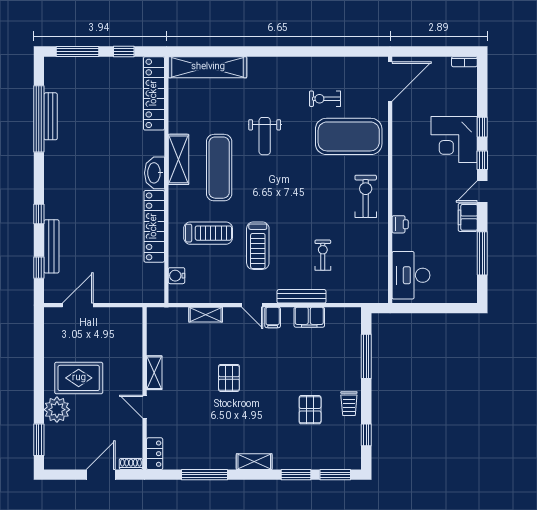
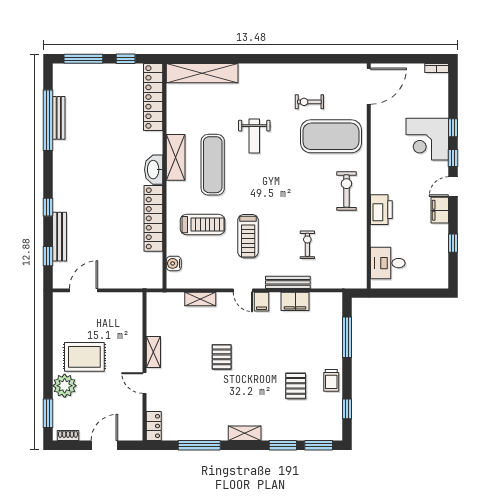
printer: (400, 224) -> (381, 210), width x1.87, depth x1.48
window: (482, 253) -> (453, 243), width x0.46
desk: (411, 275) -> (388, 263), width x0.73
shoe rack: (131, 464) -> (68, 435), moved

